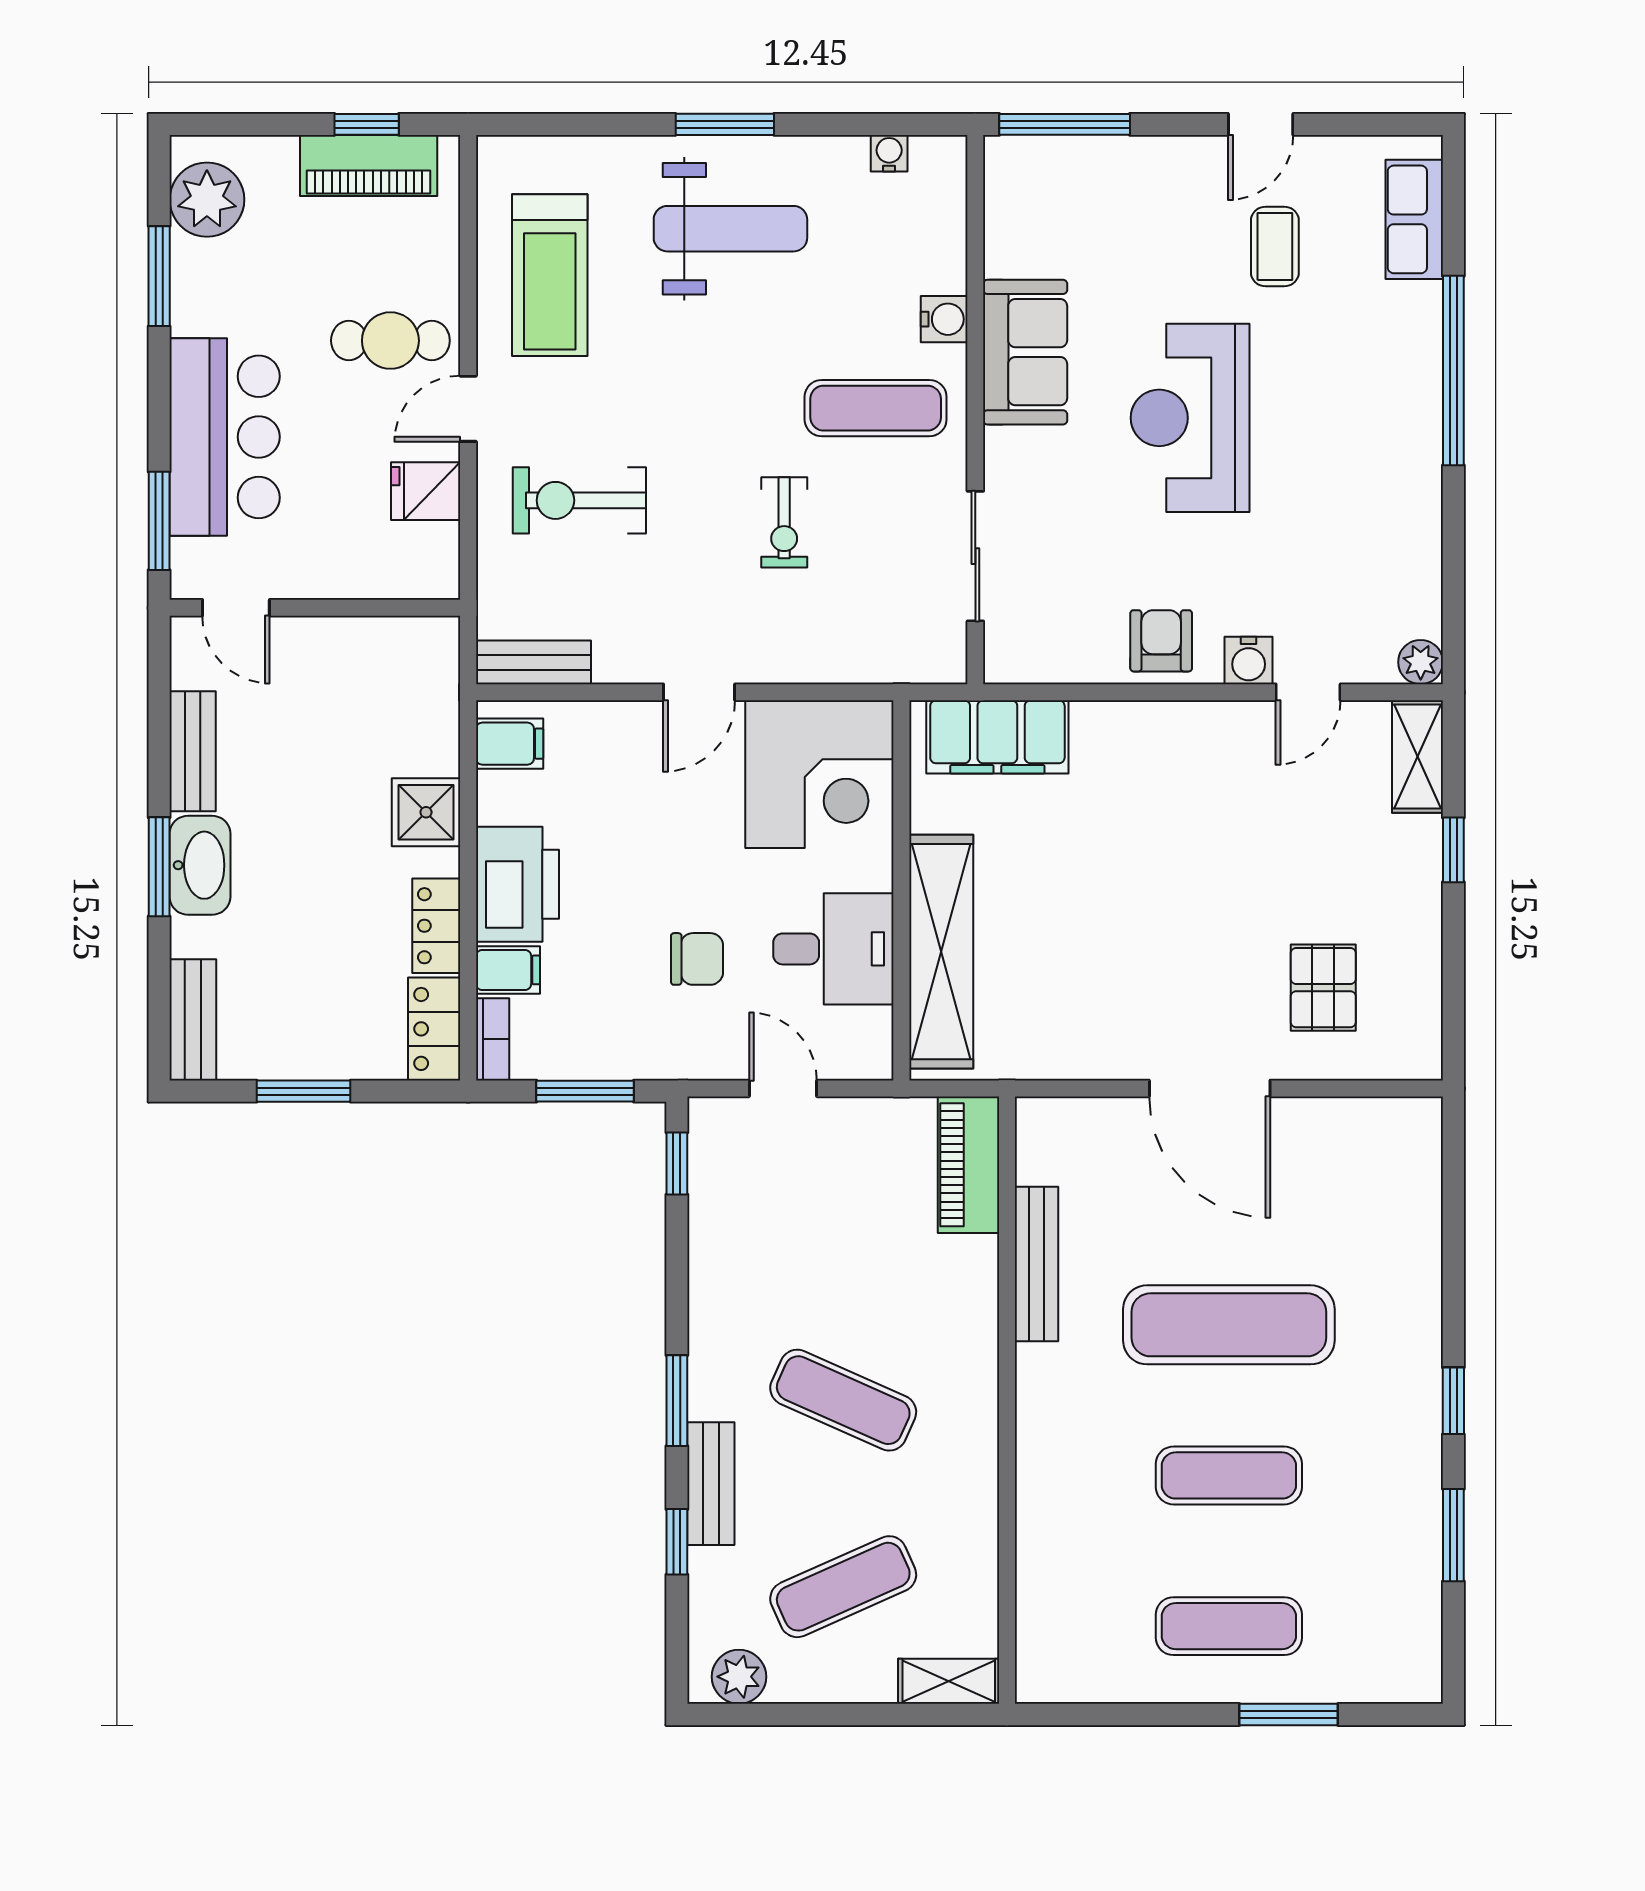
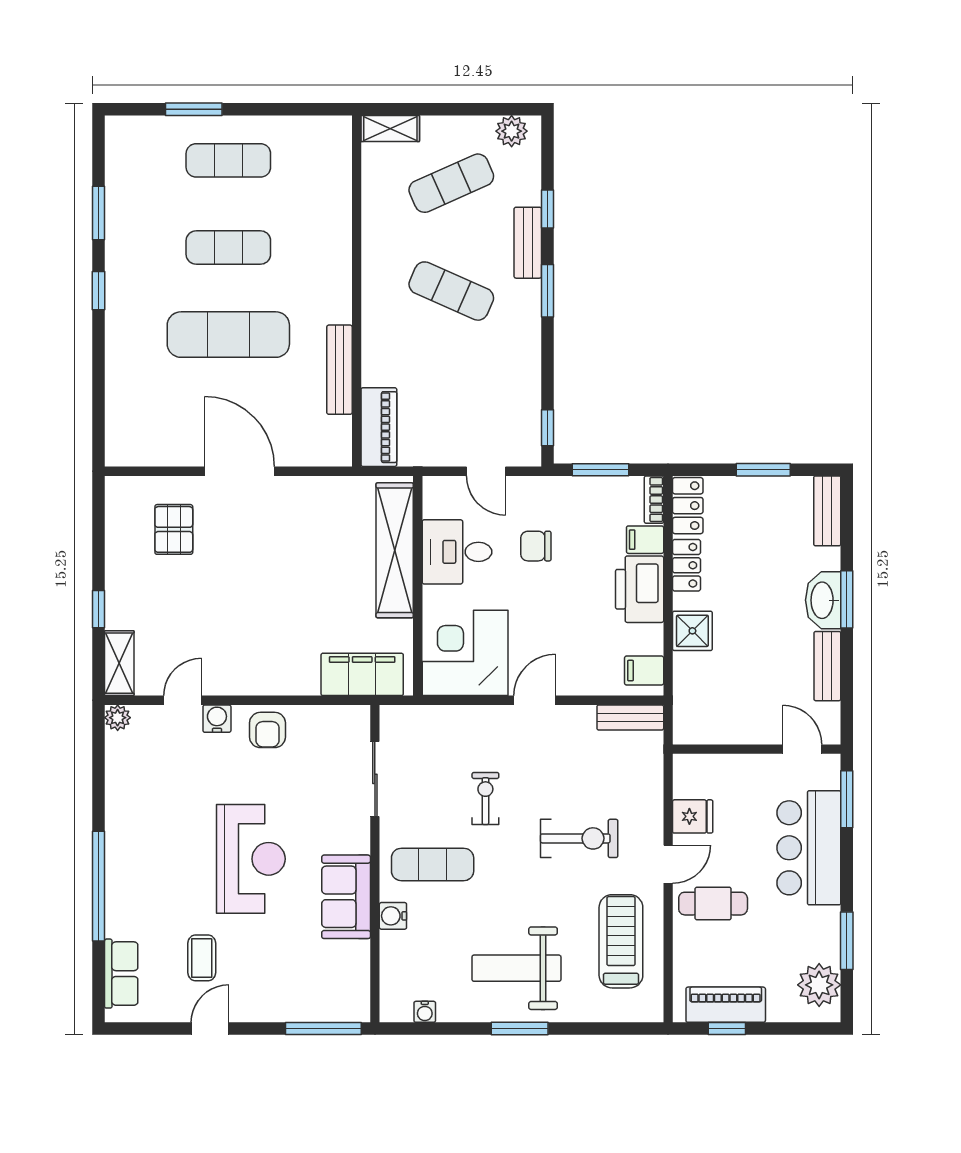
exercise bike: (579, 500) -> (579, 838), moved

